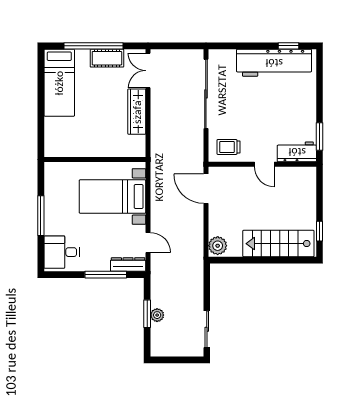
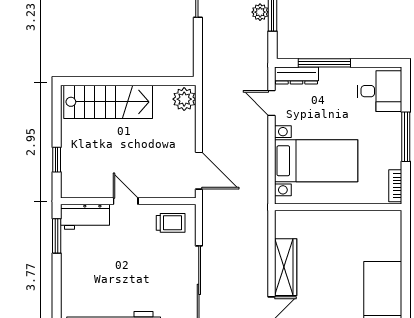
bookcase: (49, 177) -> (395, 186), added
window: (319, 231) -> (57, 160), moved

